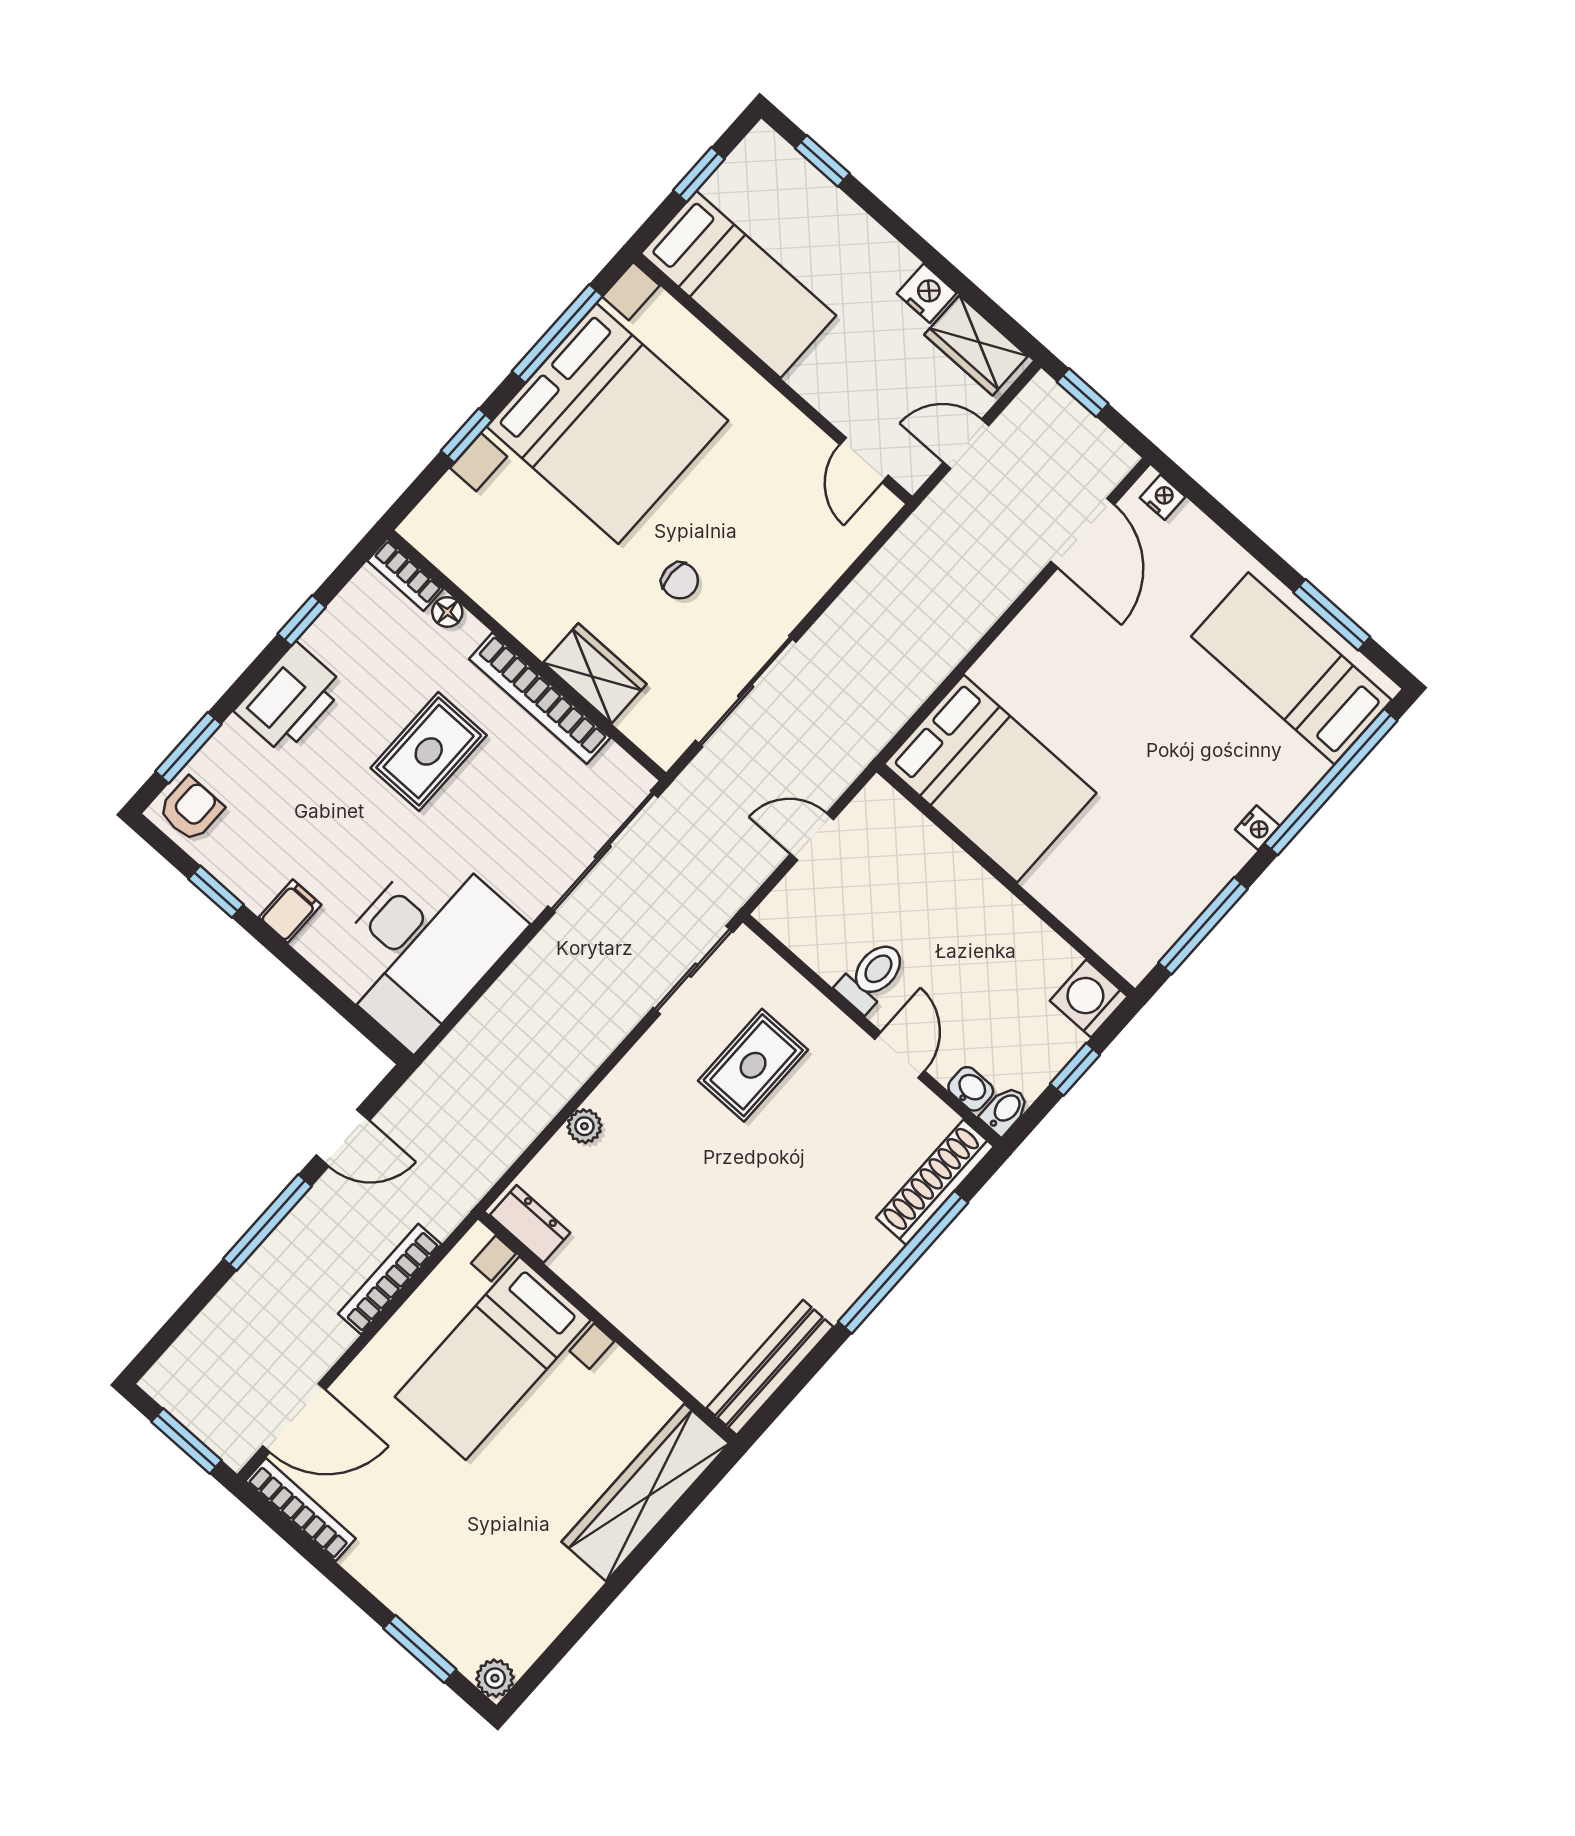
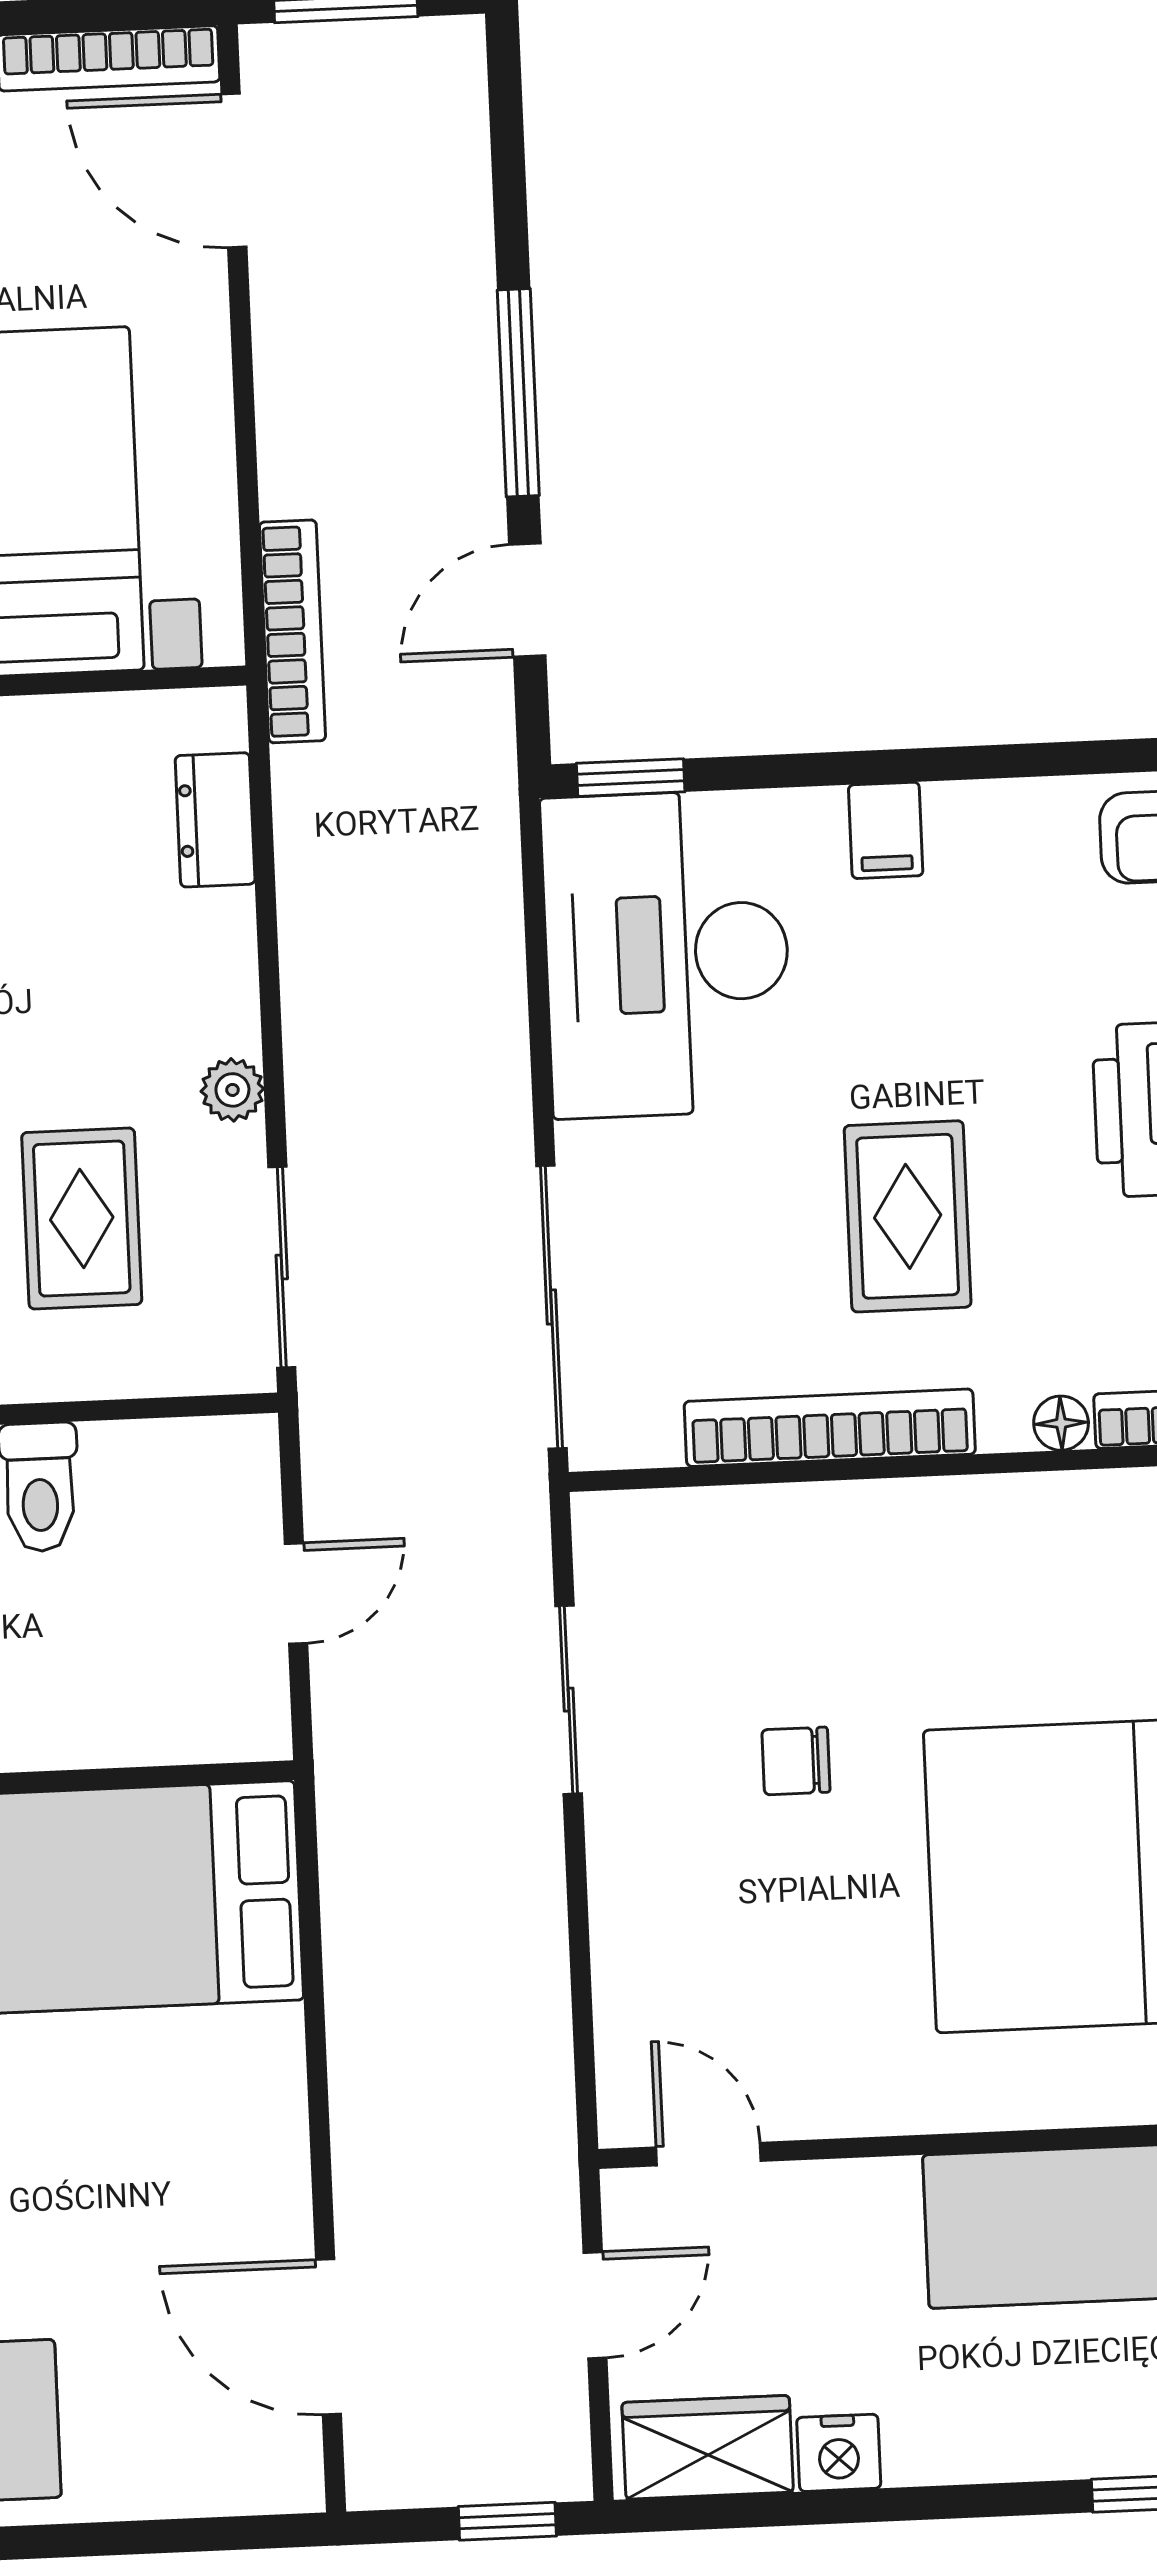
nightstand: (1163, 497) -> (269, 2486), removed
wardrobe: (595, 673) -> (789, 1531), removed
sliding door: (746, 691) -> (569, 1700), width x0.73
window: (216, 892) -> (631, 778), moved
plant: (584, 1126) -> (232, 1090), moved
dresser: (530, 1224) -> (215, 820), moved, turned 90
bookcase: (390, 1279) -> (292, 631), moved
door: (294, 1418) -> (234, 171), hinge flipped

